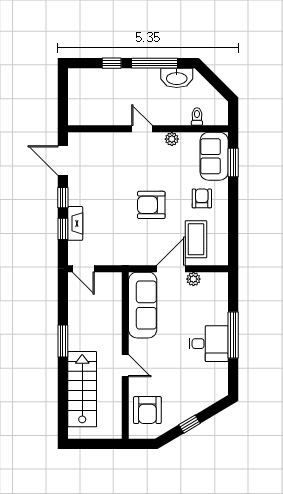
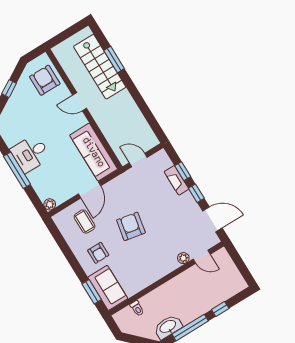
door: (142, 129) -> (202, 257), moved
plant: (172, 139) -> (183, 258), moved
armchair: (151, 205) -> (131, 226), turned -79
coffee table: (196, 239) -> (85, 222), width x0.73, depth x0.77
door: (83, 269) -> (138, 160), moved
plant: (193, 279) -> (50, 204), moved
window: (63, 341) -> (114, 60), moved

